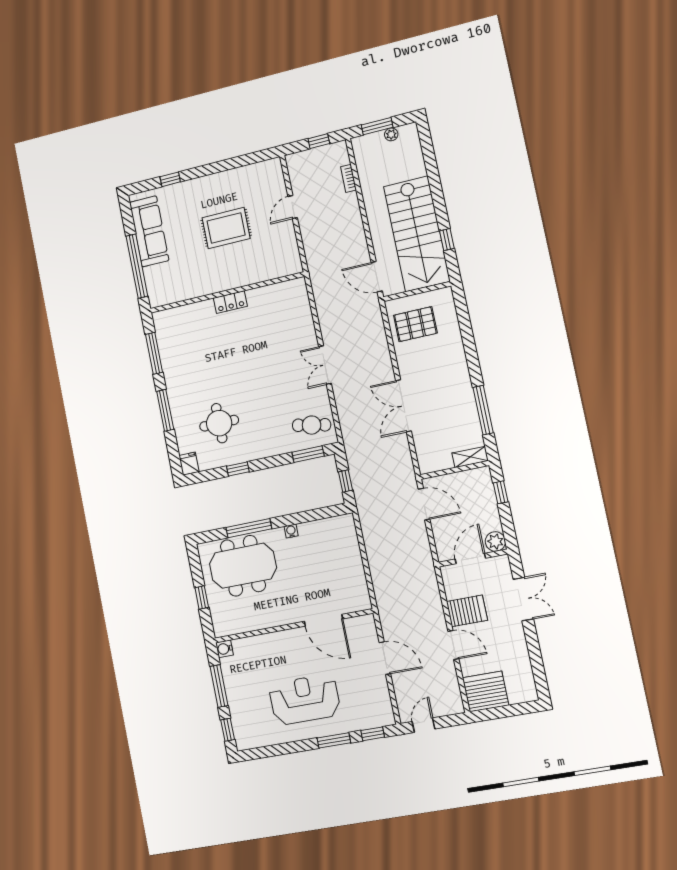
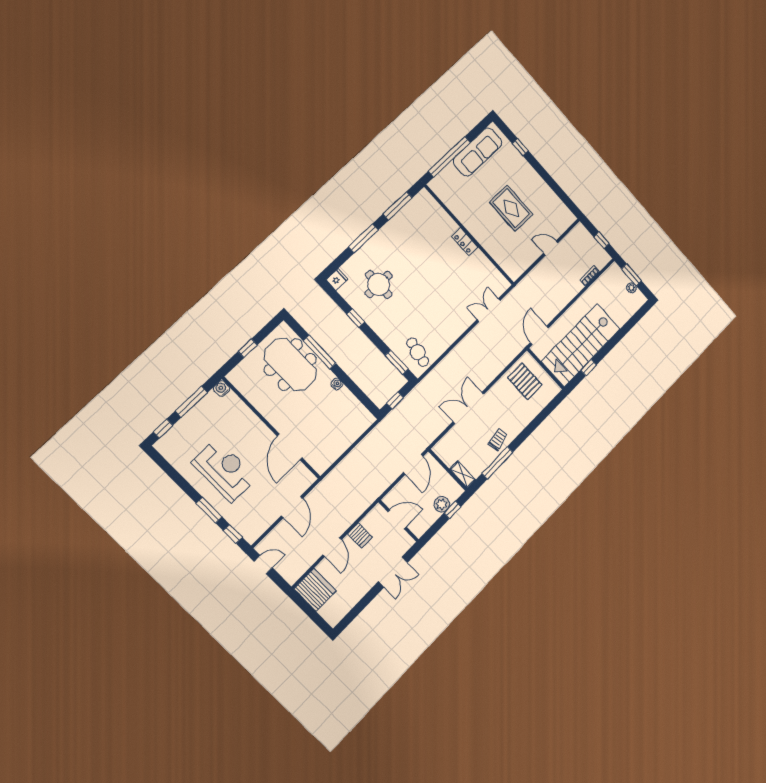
double door: (325, 365) -> (489, 310), moved
trolley: (458, 394) -> (498, 440), added
plant: (495, 542) -> (442, 504), moved
server rack: (467, 611) -> (360, 536), width x0.73, depth x0.70

